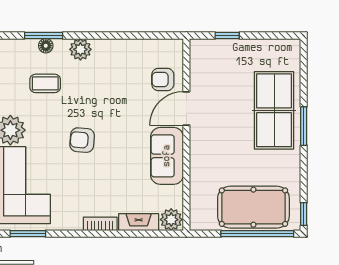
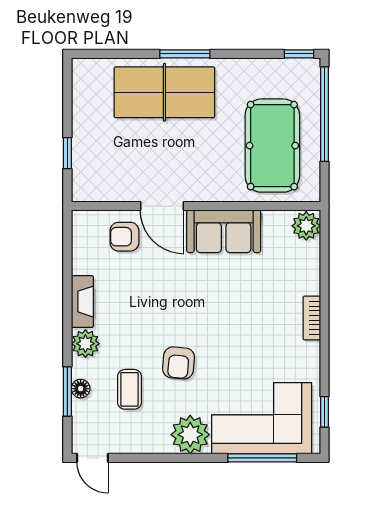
armchair: (163, 79) -> (124, 237), turned 90
armchair: (82, 140) -> (178, 363), moved
pool table: (253, 207) -> (272, 146), moved
fireplace: (139, 222) -> (82, 302), moved, turned 180
window: (28, 234) -> (324, 412), width x0.67

